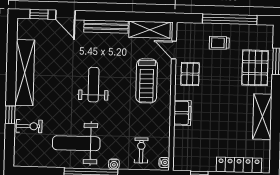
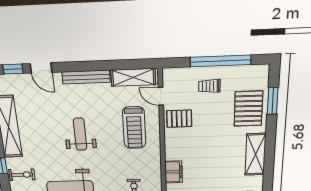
pallet: (190, 74) -> (179, 119), turned 90
filing cabinet: (182, 113) -> (173, 172), moved

